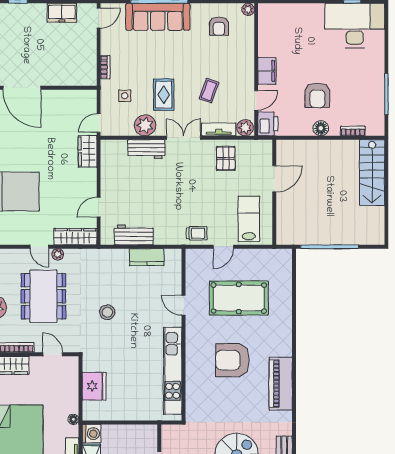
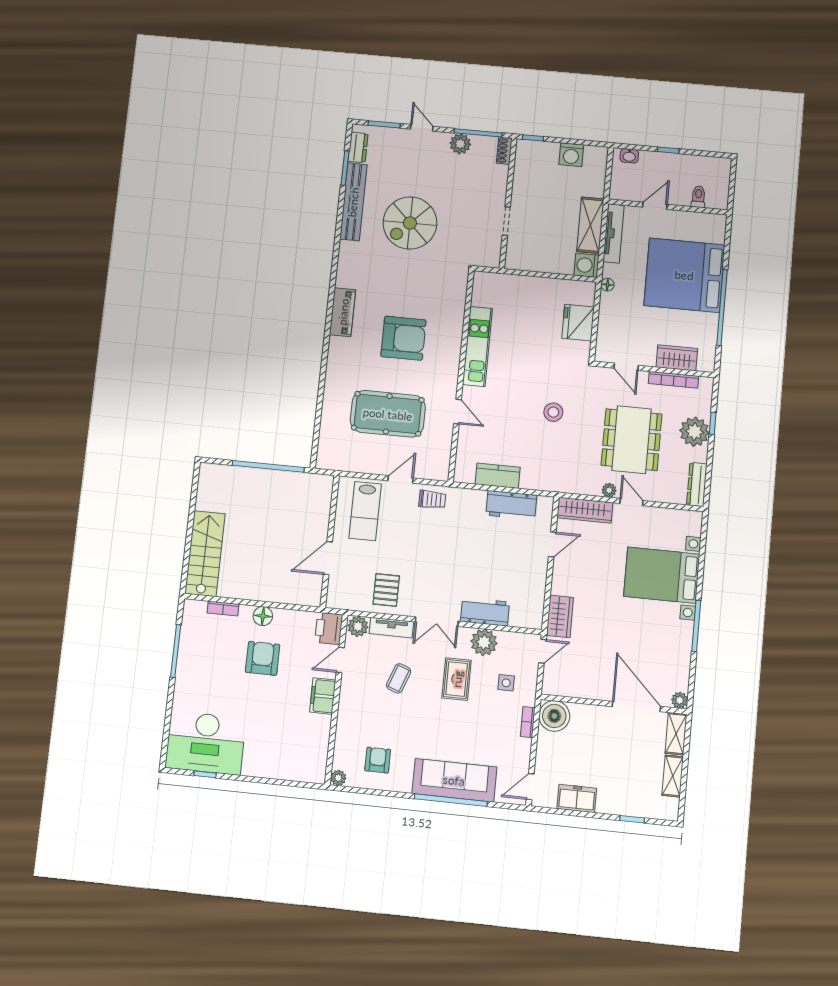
boiler: (85, 74) -> (554, 716), added
trolley: (197, 233) -> (432, 499), turned 180
kitchen unit: (173, 371) -> (477, 346), width x0.73
piano: (281, 384) -> (343, 312), width x0.73, depth x0.75

